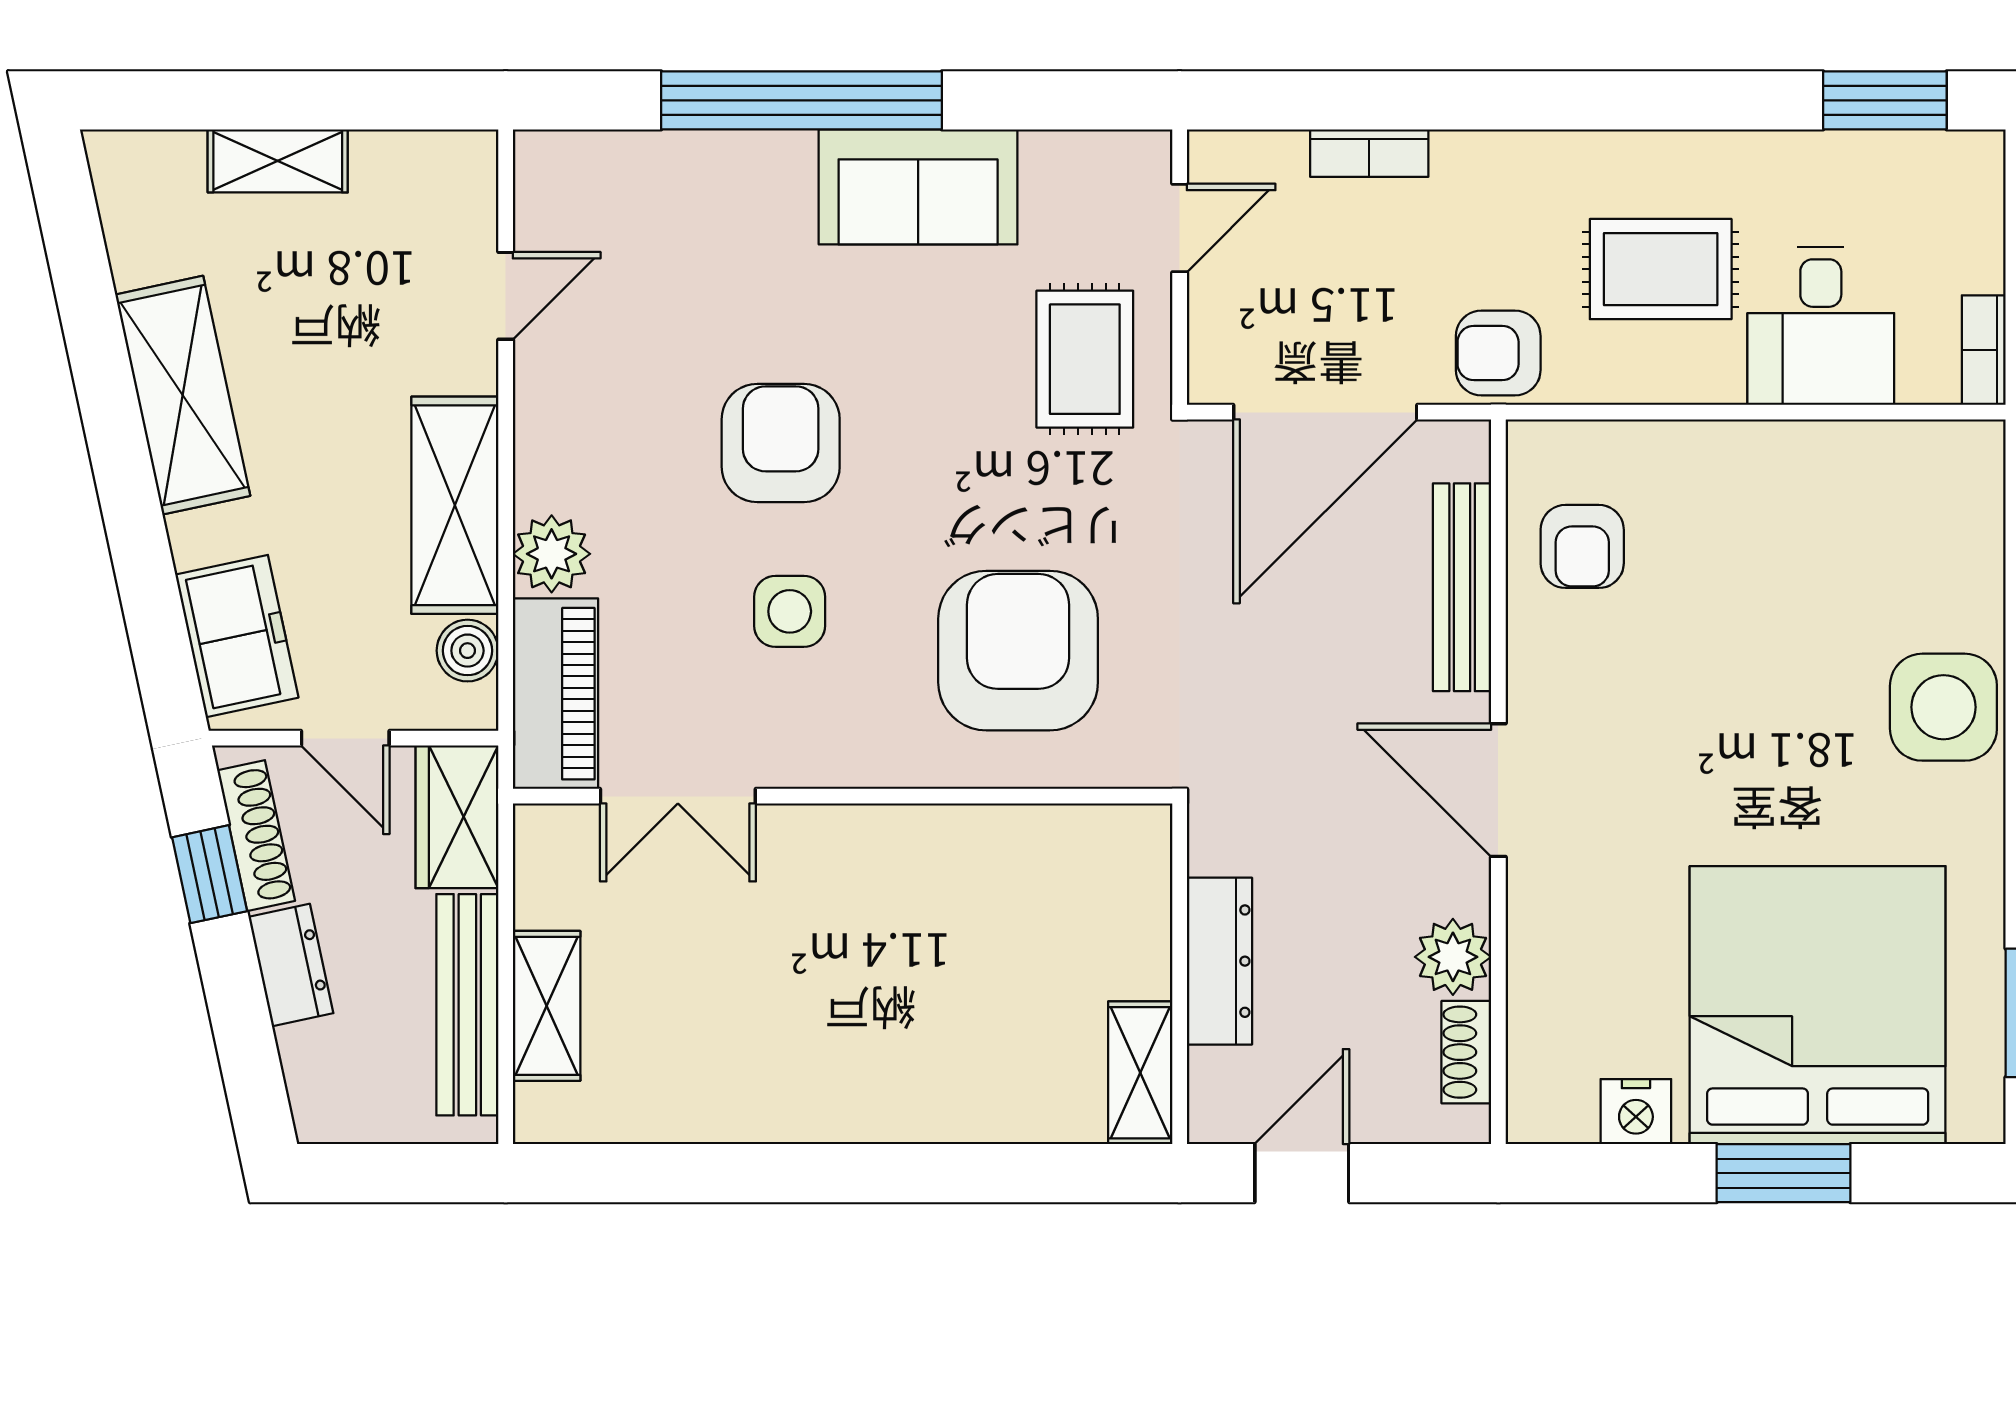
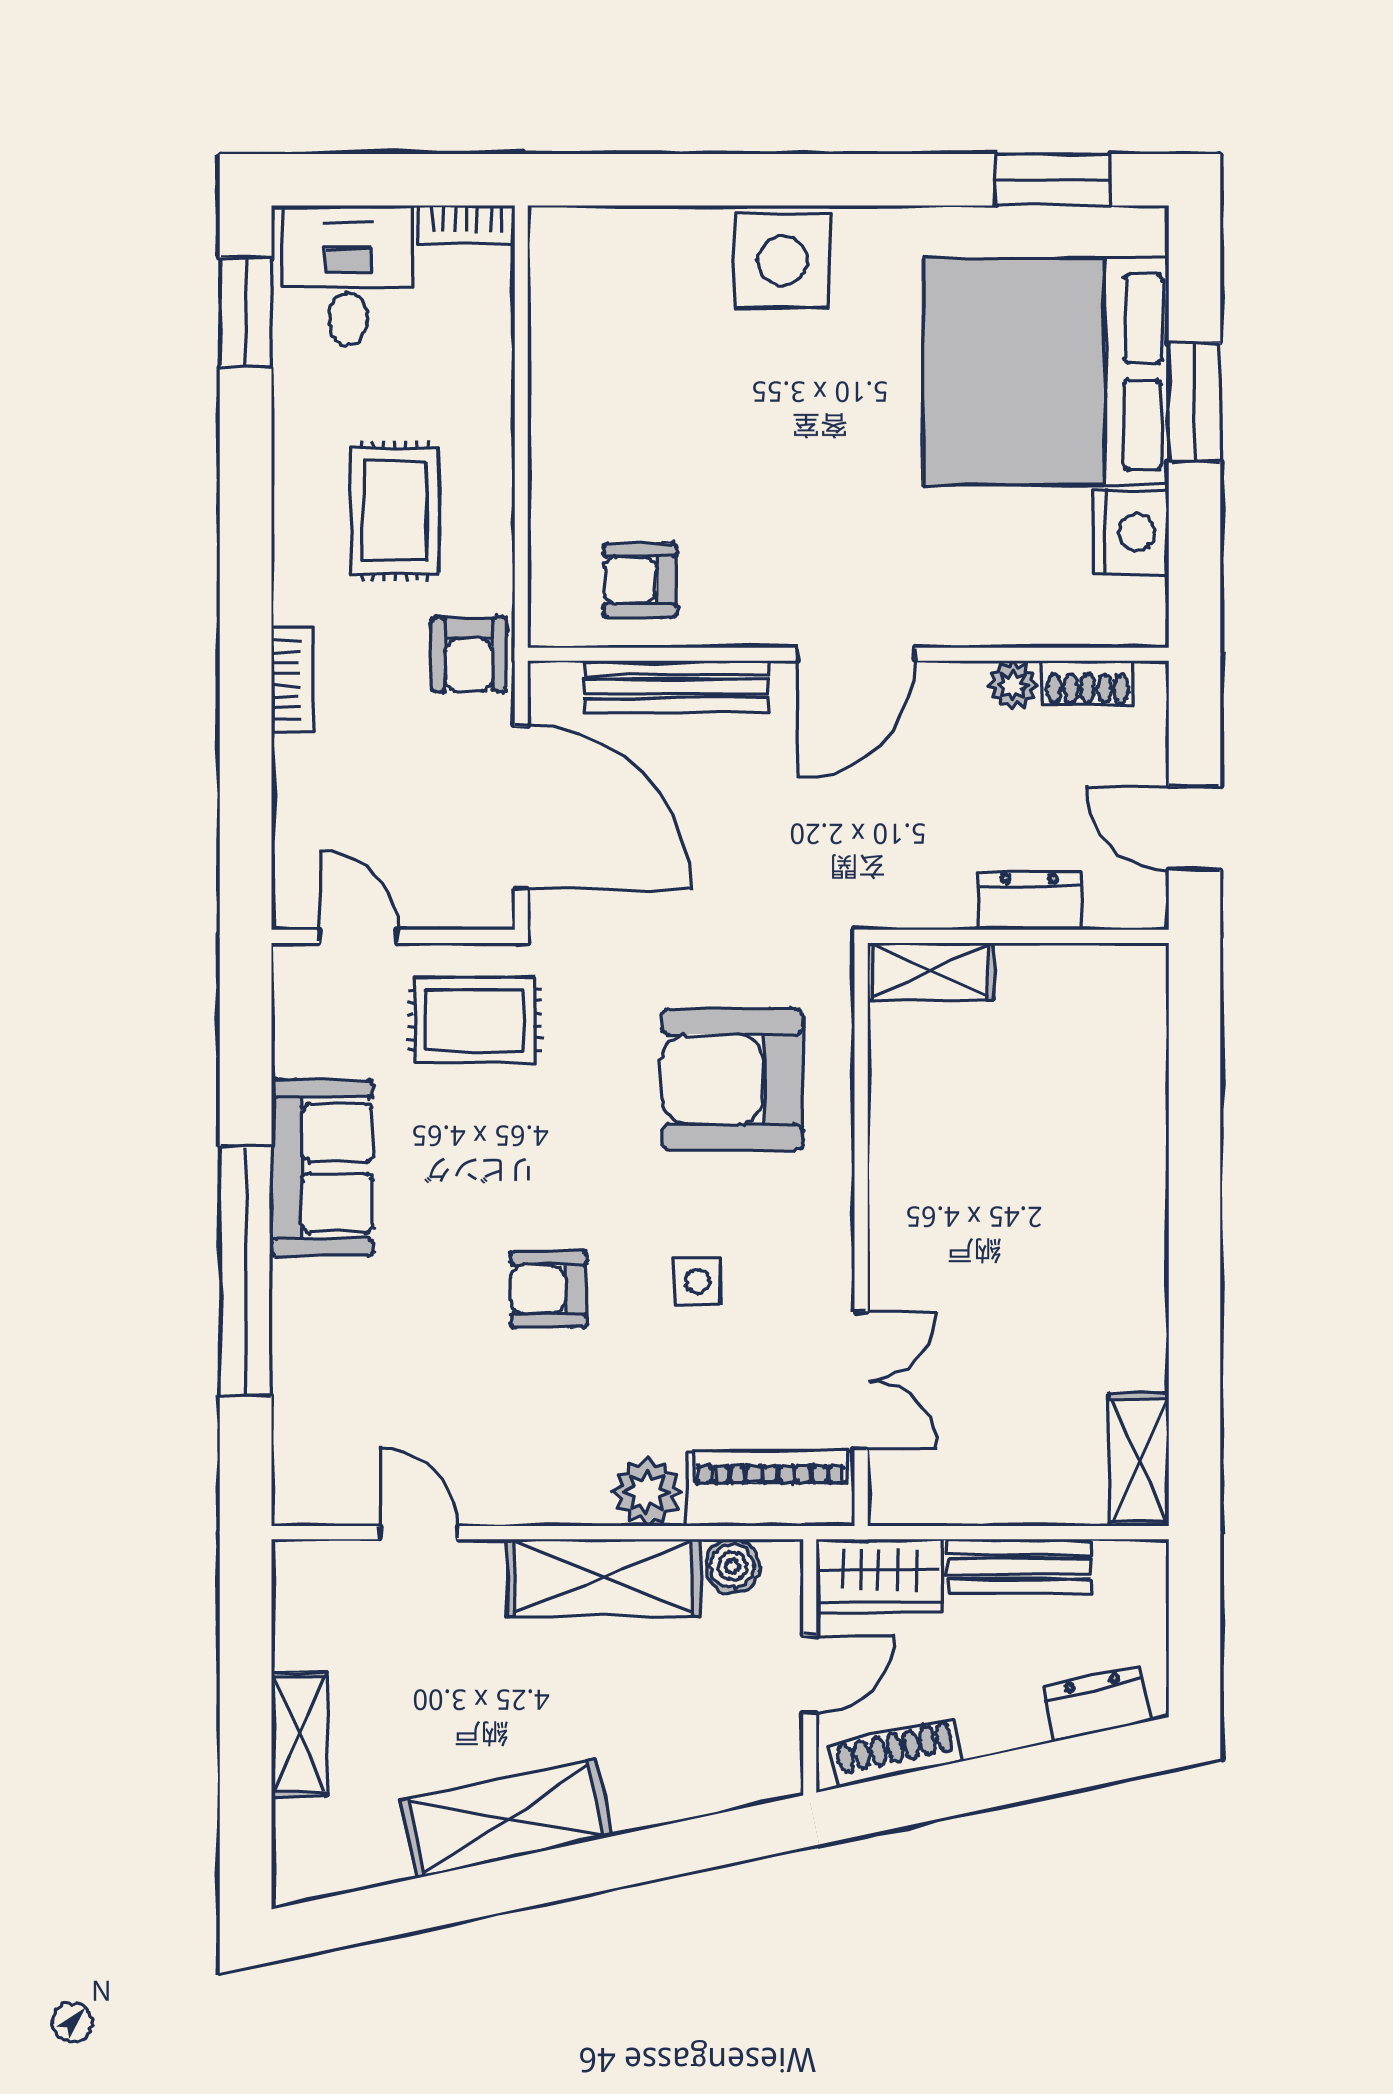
bookcase: (1369, 153) -> (292, 680), moved
desk: (1821, 326) -> (348, 275), moved, turned -90
armchair: (781, 443) -> (549, 1289), width x0.72, depth x0.72
armchair: (1582, 546) -> (640, 580), turned 180
side table: (790, 611) -> (698, 1281), width x0.73, depth x0.73
freezer: (237, 636) -> (720, 1770), removed
window: (210, 874) -> (930, 1794), removed
plant: (1453, 957) -> (1013, 685), width x0.73, depth x0.73
dresser: (1219, 961) -> (1030, 901), width x0.70
dresser: (291, 965) -> (1097, 1704), moved
bench: (467, 1005) -> (1019, 1566), width x0.73
shelving: (547, 1006) -> (1139, 1460), moved, turned 90
shelving: (1140, 1073) -> (931, 971), moved
nightstand: (1636, 1112) -> (1131, 533), width x1.36, depth x1.33

